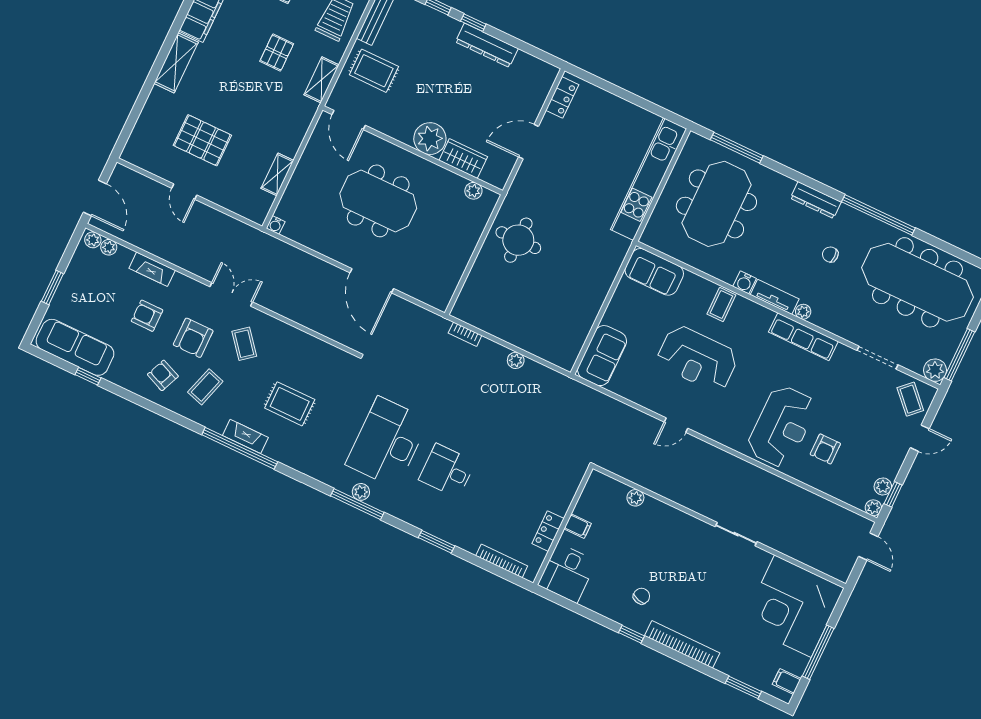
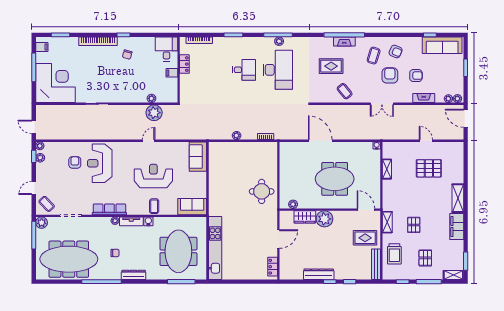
coffee table: (244, 344) -> (345, 91), moved
plant: (643, 470) -> (154, 113), added

